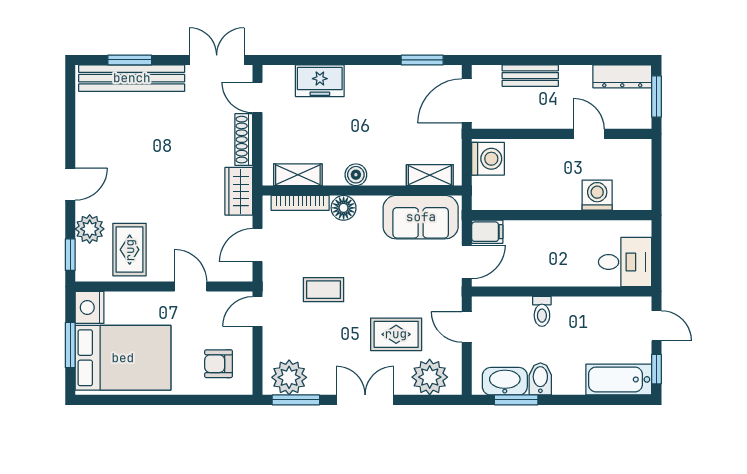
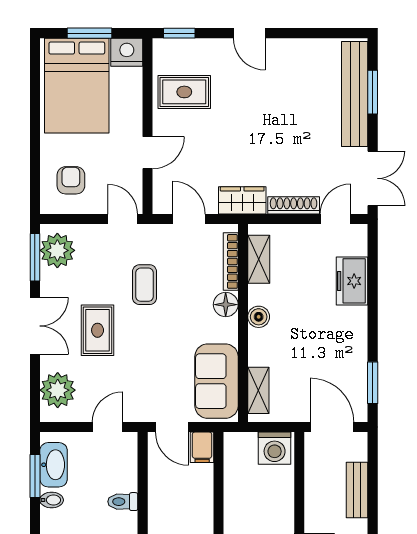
plant: (90, 229) -> (205, 52), removed
rug: (396, 334) -> (98, 330), moved
bidet: (540, 379) -> (52, 500), width x0.72, depth x0.74

